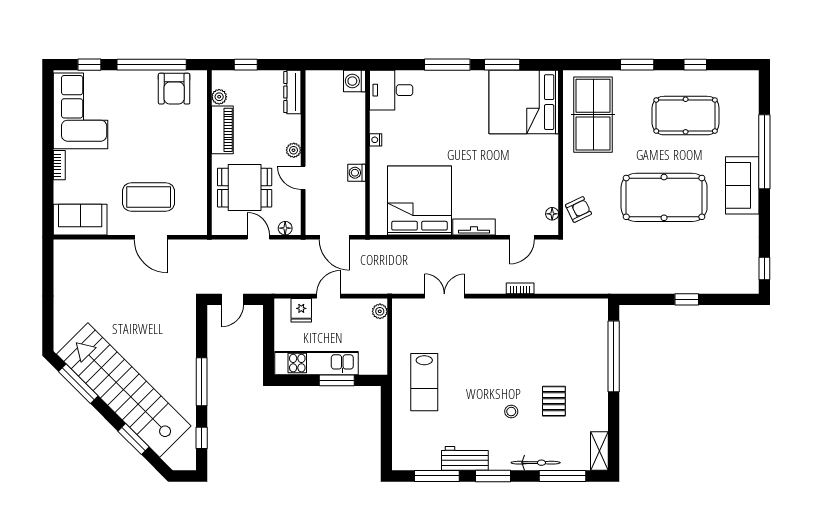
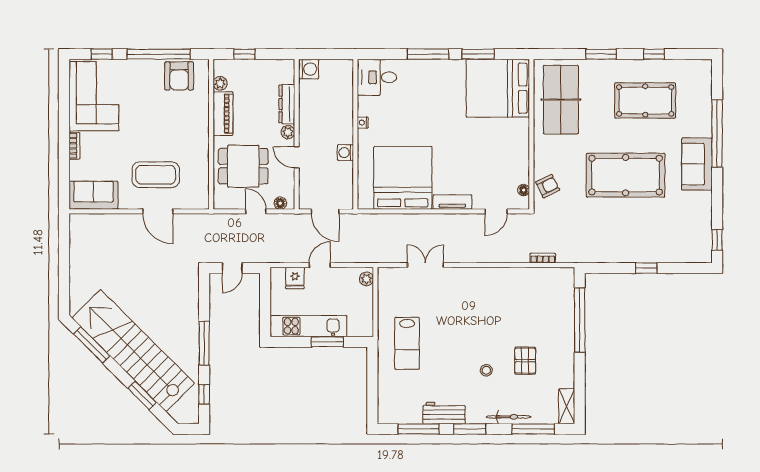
washing machine: (355, 81) -> (309, 69), moved, turned 180
dresser: (292, 92) -> (287, 104), moved
bookcase: (520, 288) -> (543, 258), moved

